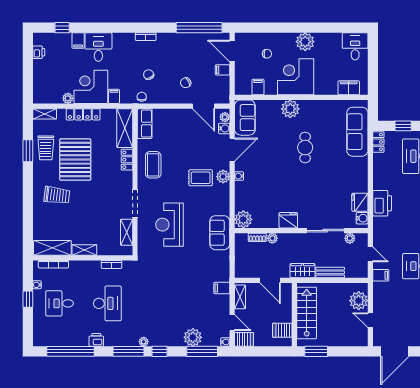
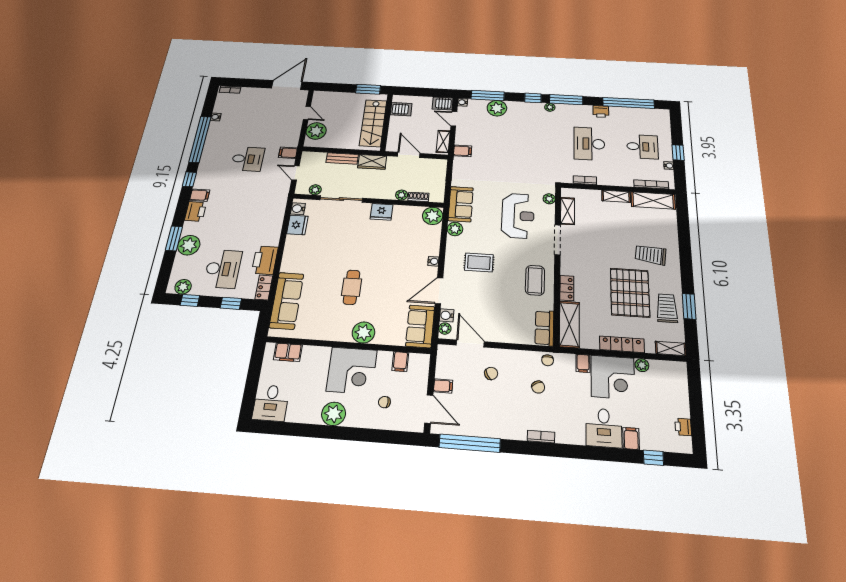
plant: (223, 177) -> (455, 229), moved
printer: (382, 203) -> (265, 260), moved
plant: (143, 243) -> (549, 199), added

